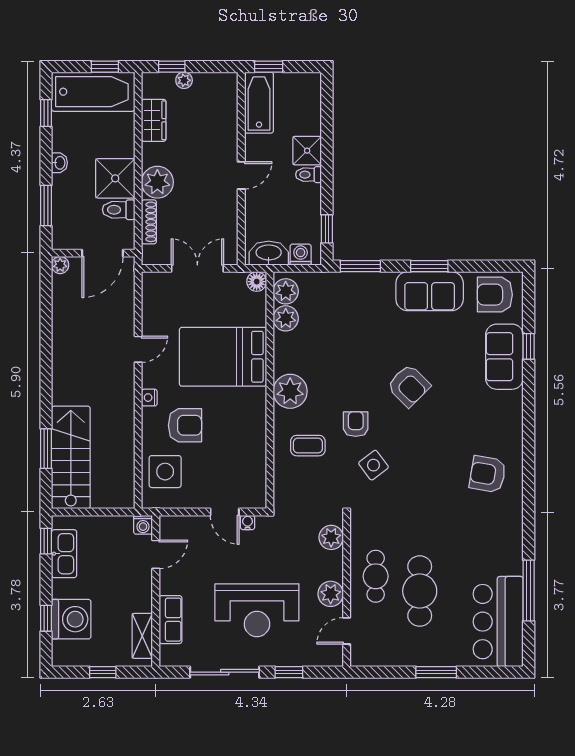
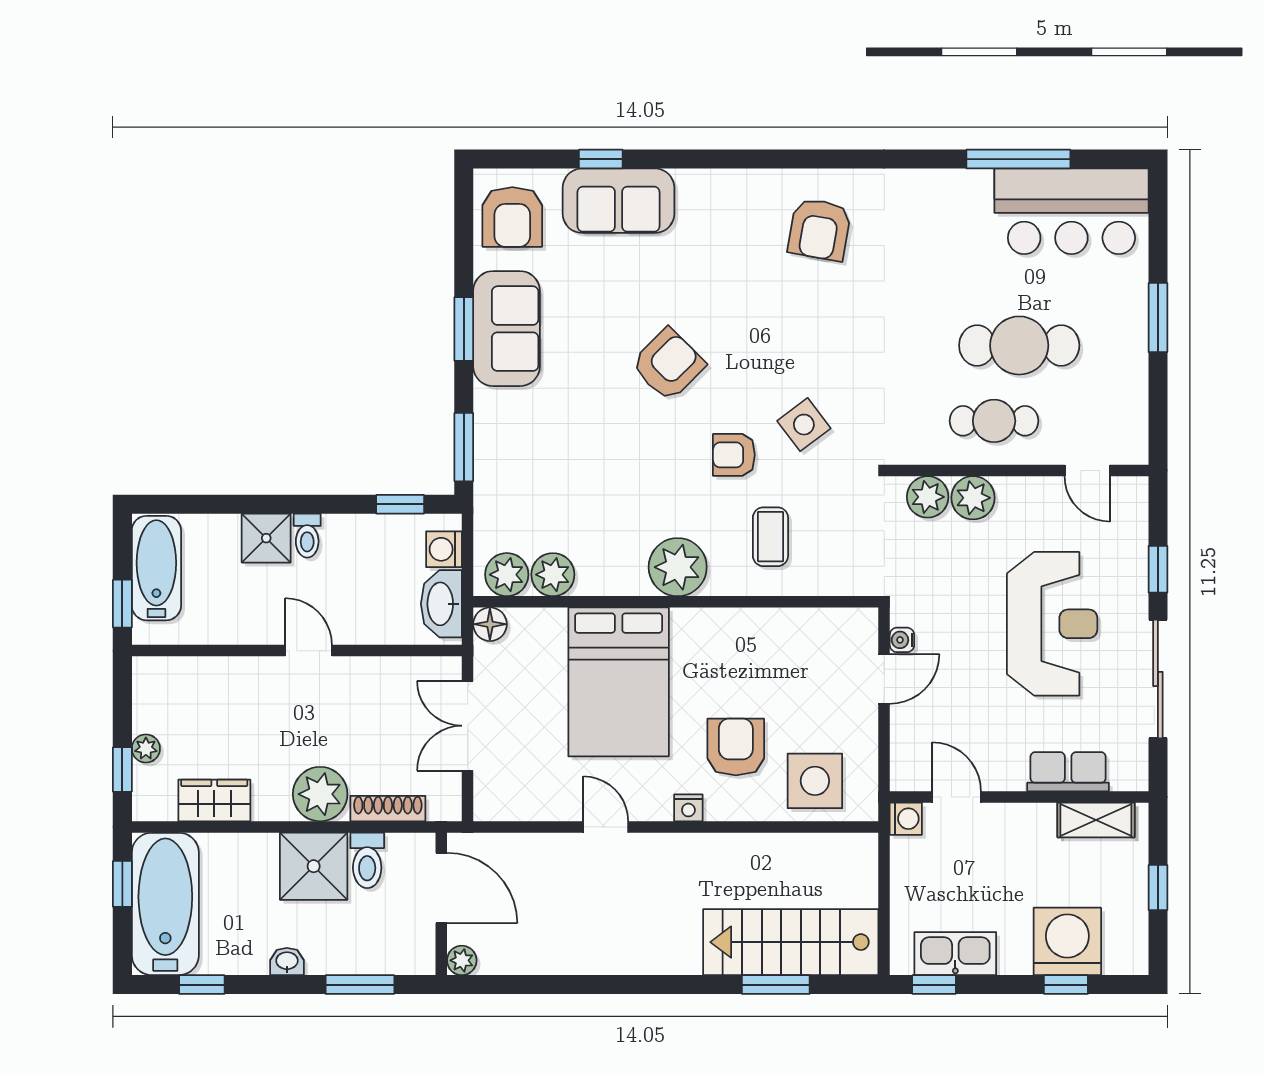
bathtub: (259, 103) -> (156, 568), moved, turned 90
plant: (331, 594) -> (973, 498), moved

